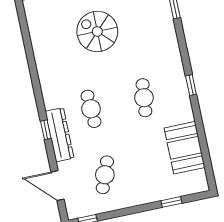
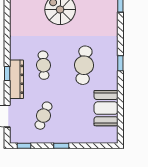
cafe table: (144, 98) -> (84, 65), width x1.37, depth x1.35
window: (171, 202) -> (61, 146), moved

